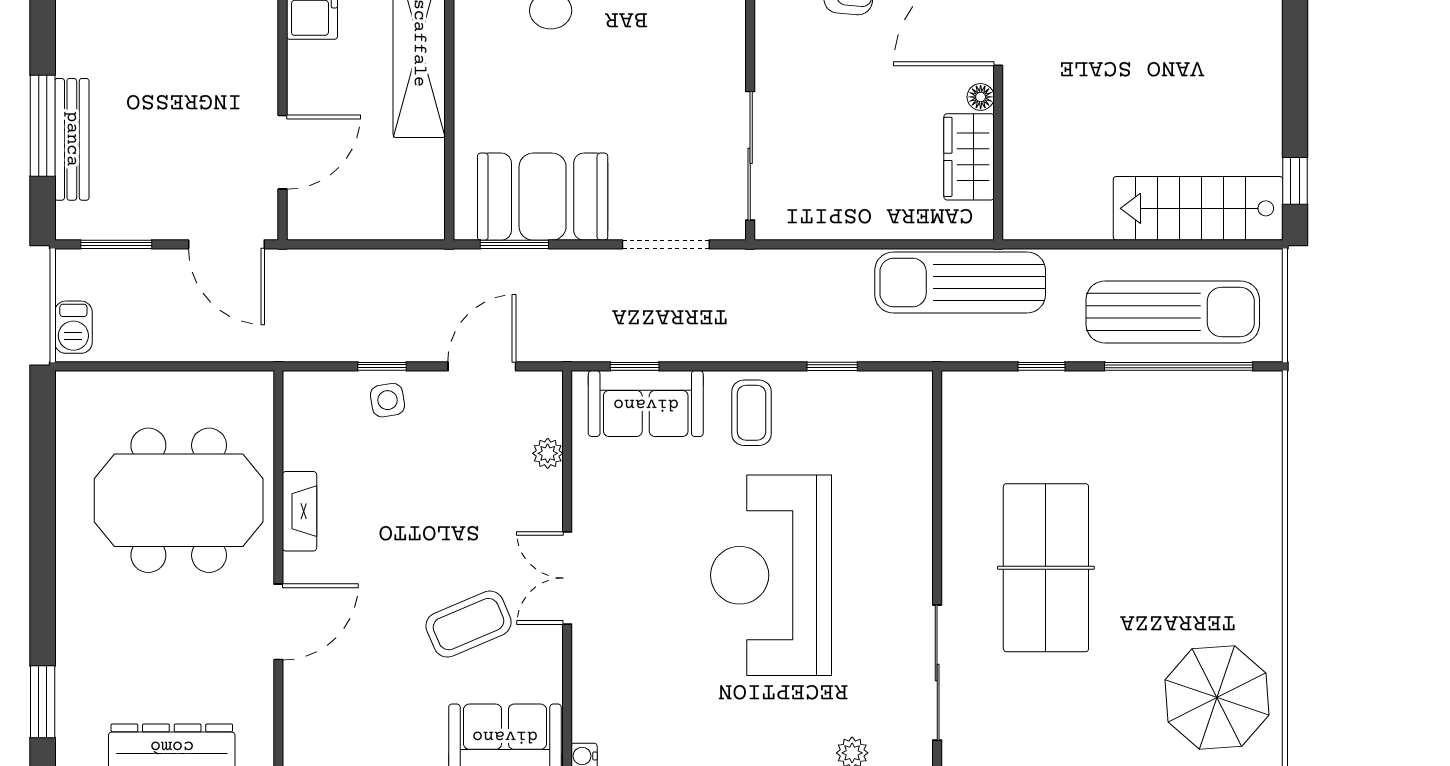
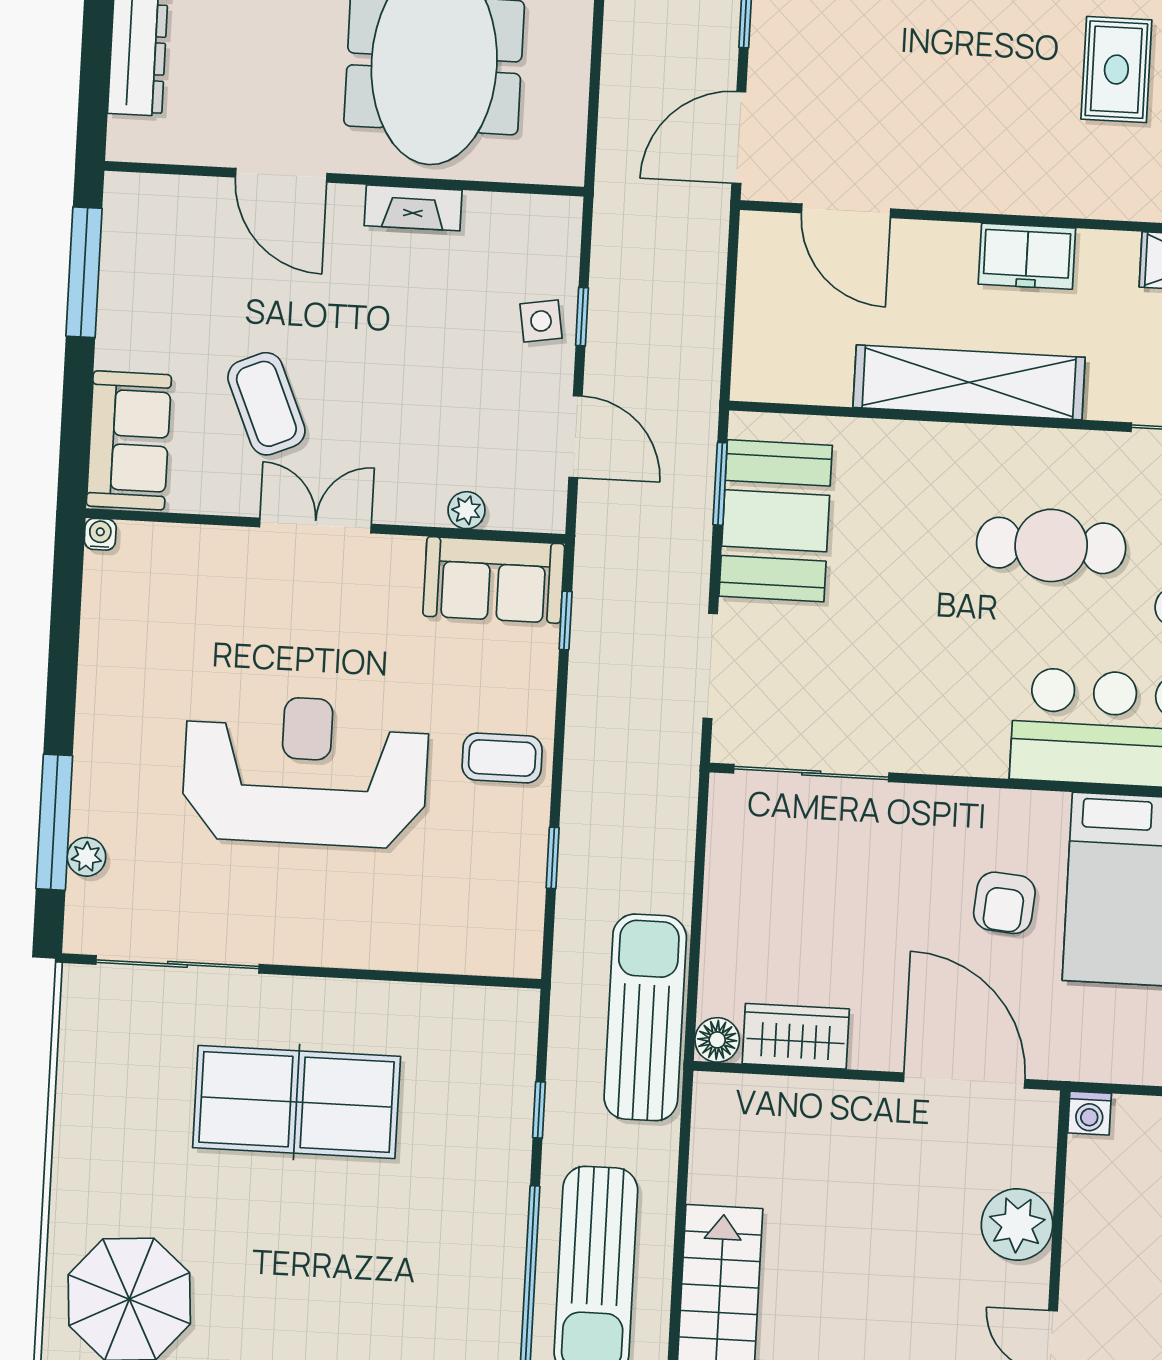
floor lamp: (981, 97) -> (717, 1040), moved, width x1.37, depth x1.37
sofa: (646, 404) -> (494, 580), moved, turned -90

